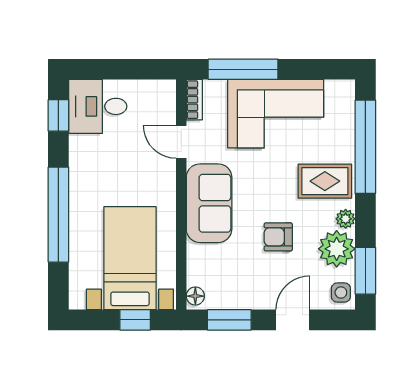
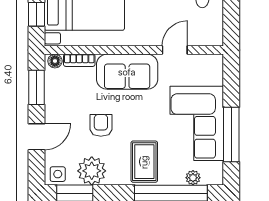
window: (243, 69) -> (231, 134), moved
bookcase: (194, 100) -> (79, 60), moved
plant: (346, 219) -> (193, 178), moved
door: (293, 320) -> (36, 137), hinge flipped

